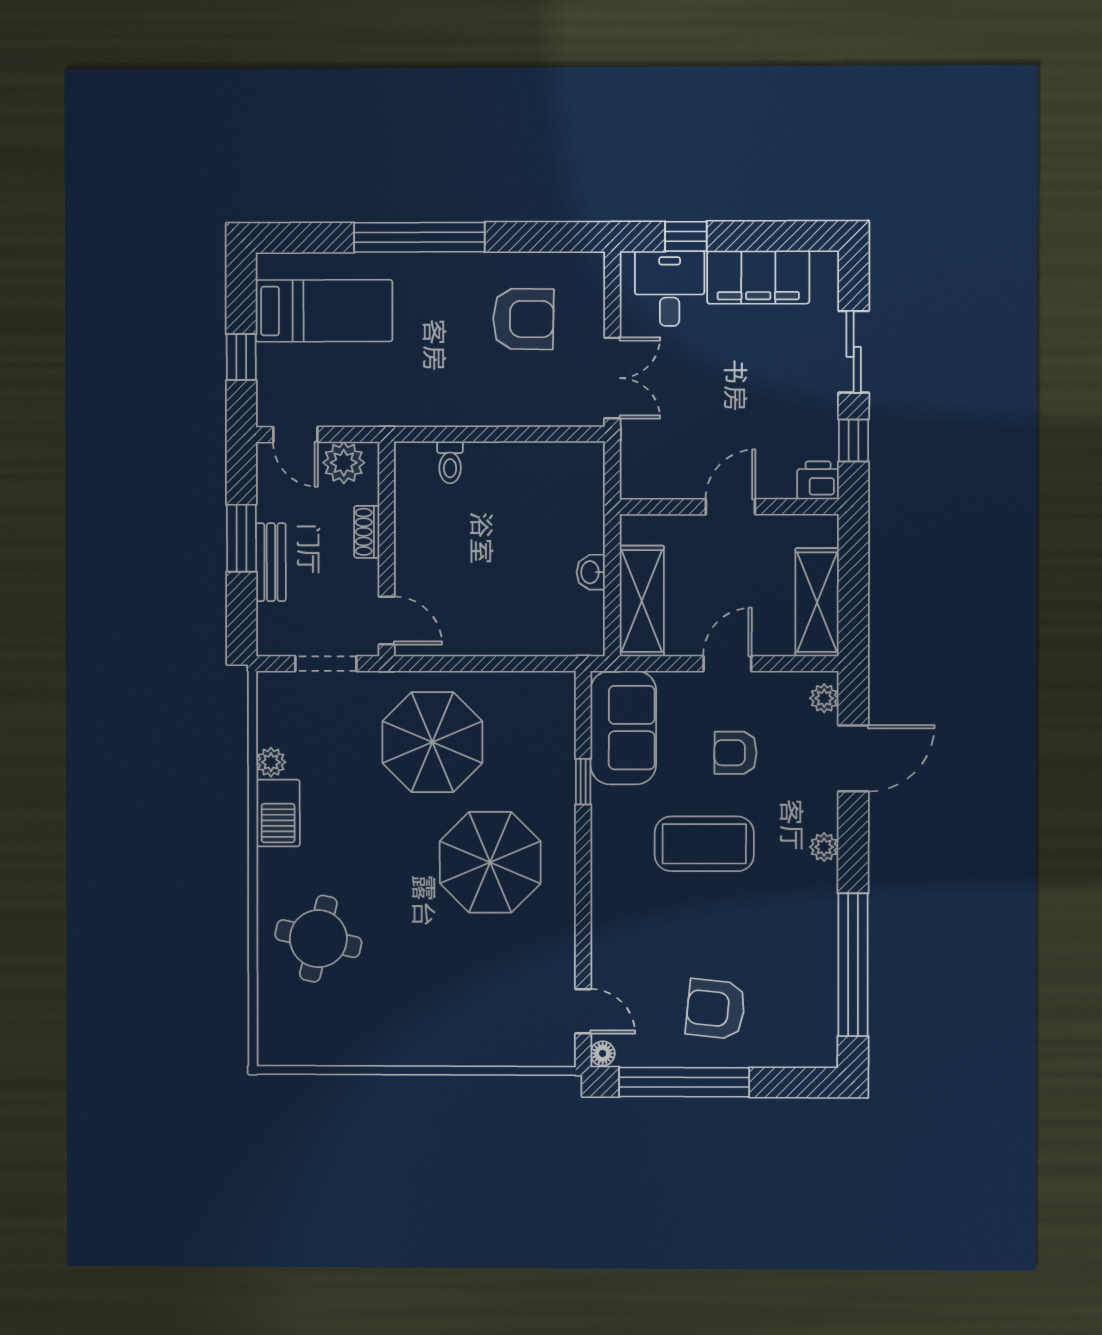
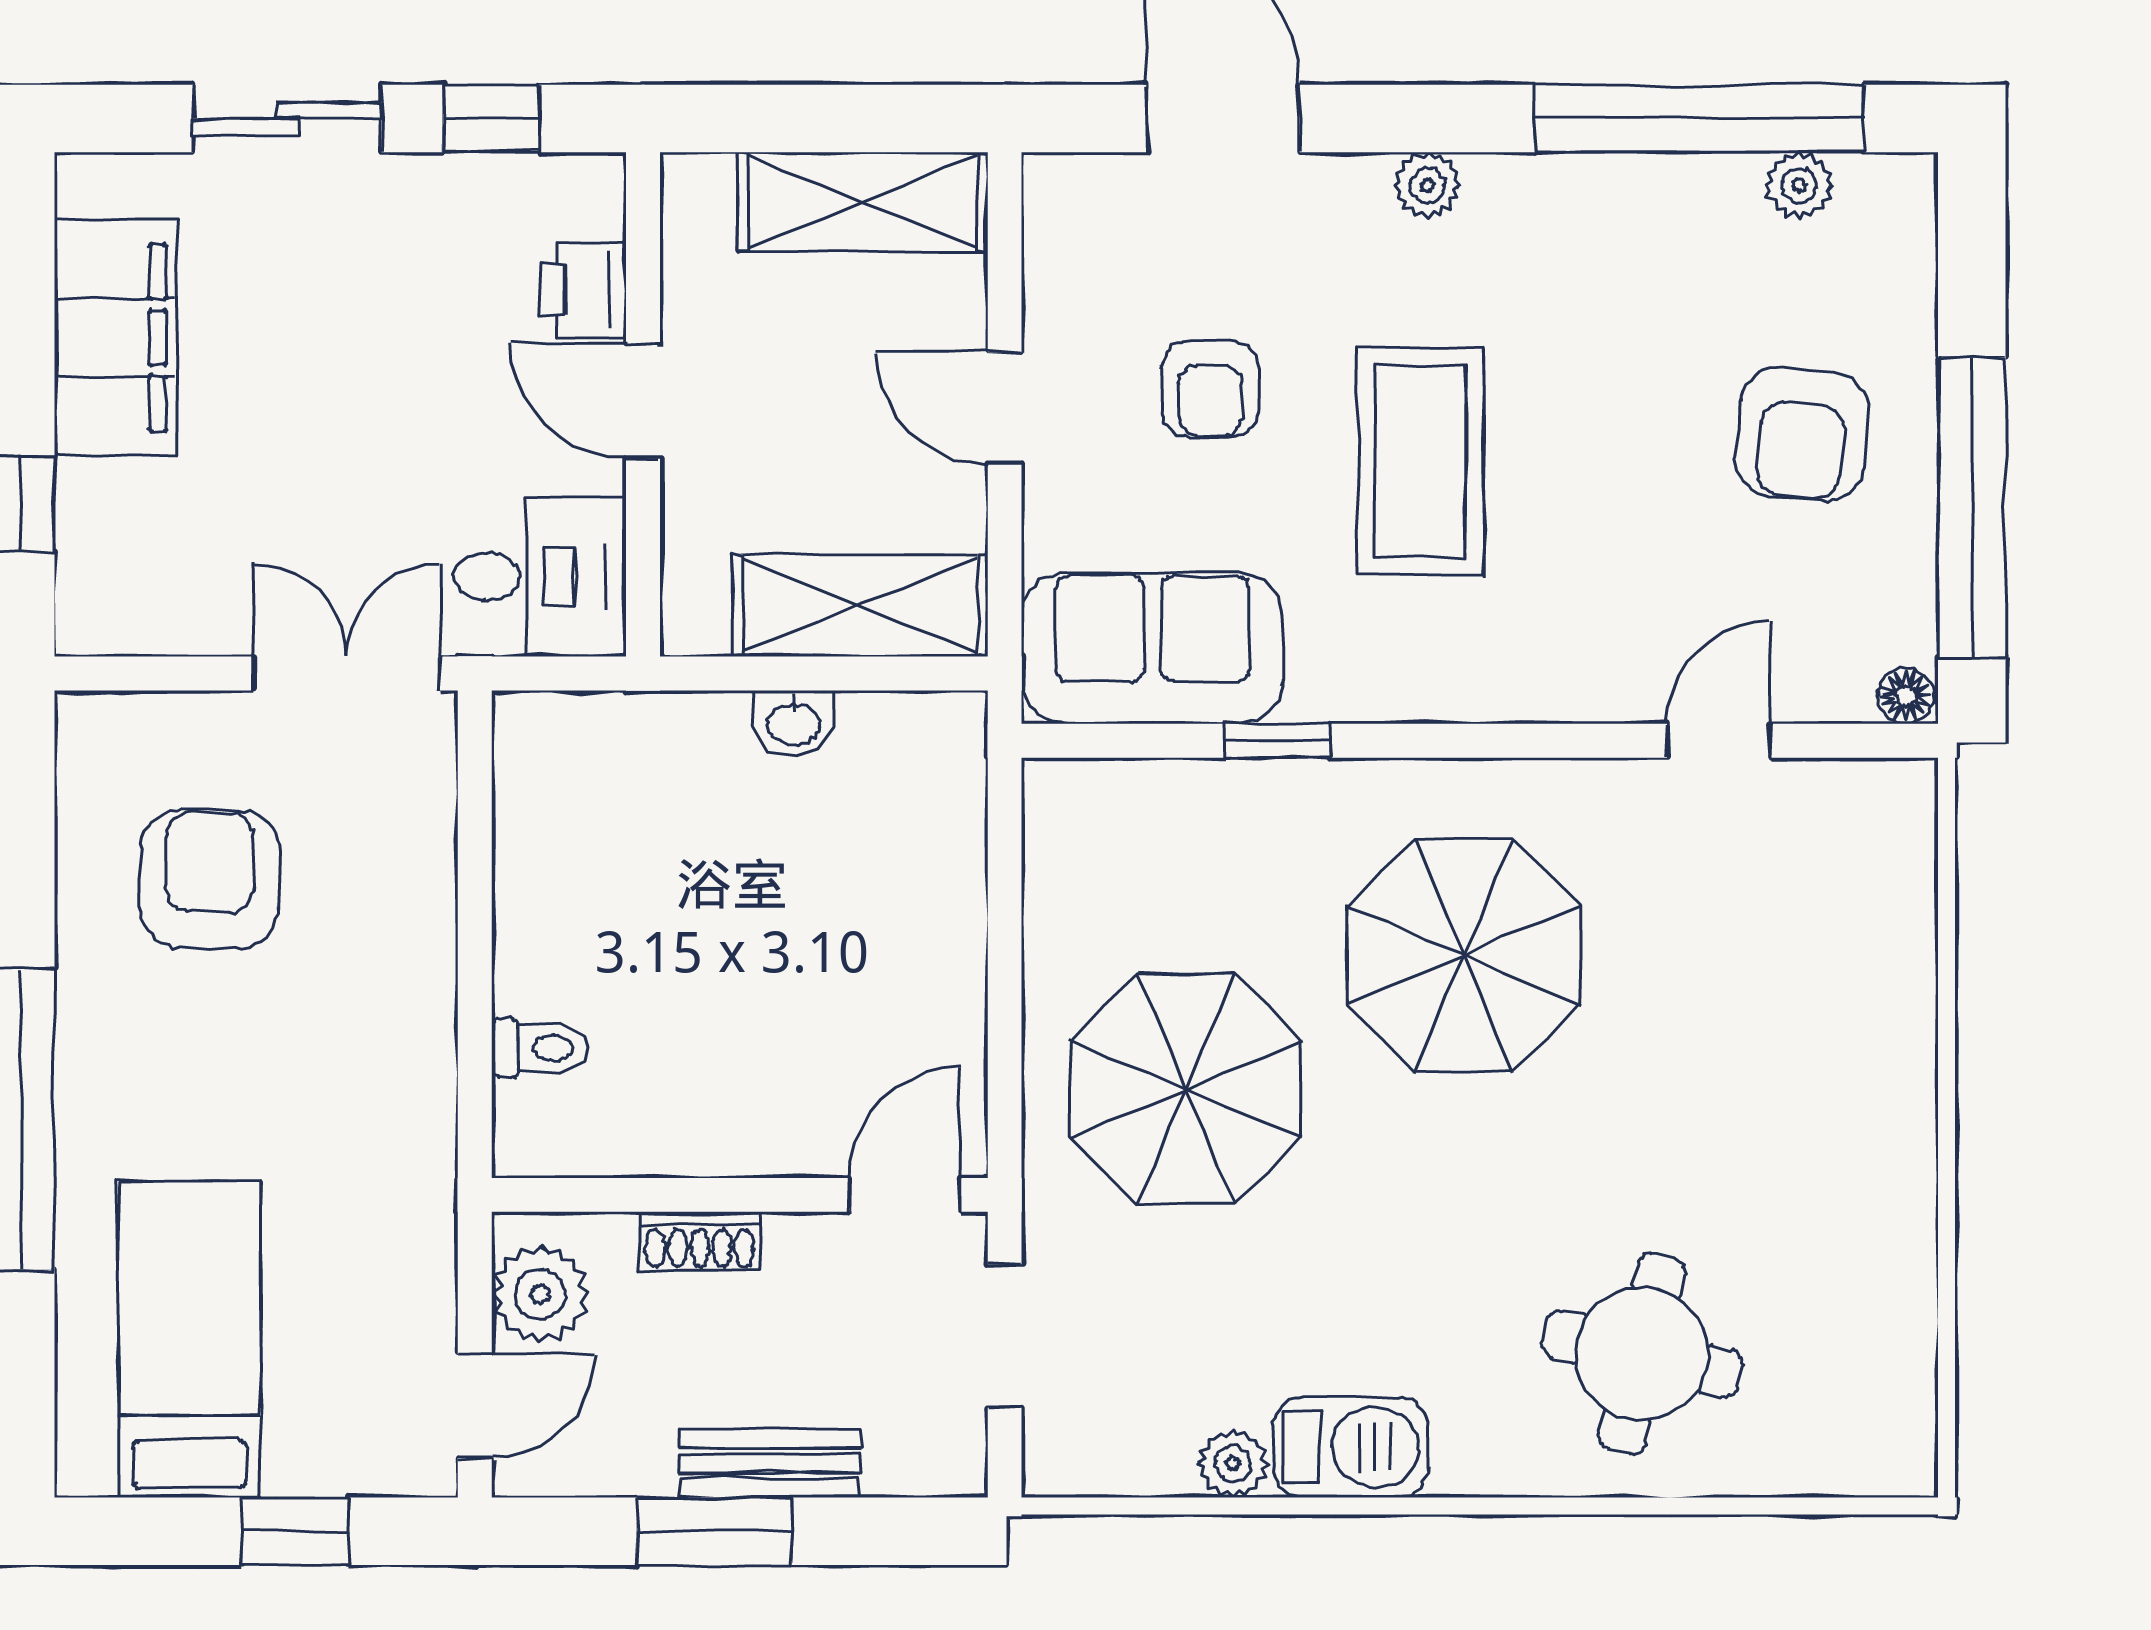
desk: (670, 289) -> (540, 577), moved, turned 180
printer: (818, 480) -> (583, 290), moved
plant: (824, 698) -> (1799, 185), moved
door: (583, 1011) -> (1719, 741), moved

